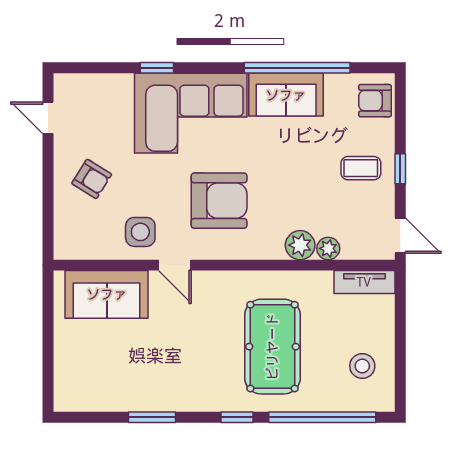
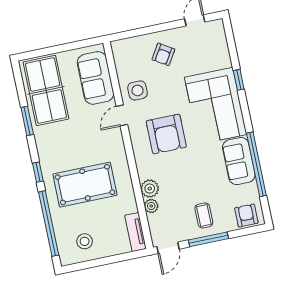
window: (400, 169) -> (208, 239), width x2.17
table tennis table: (110, 377) -> (46, 90), added

